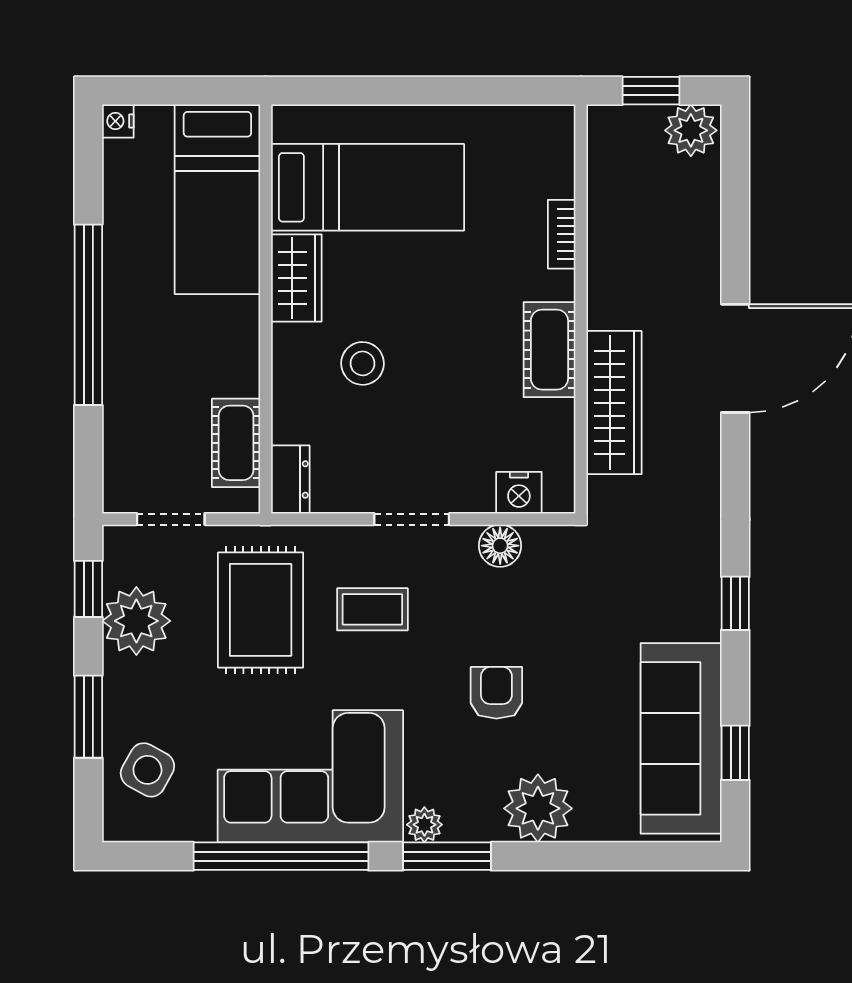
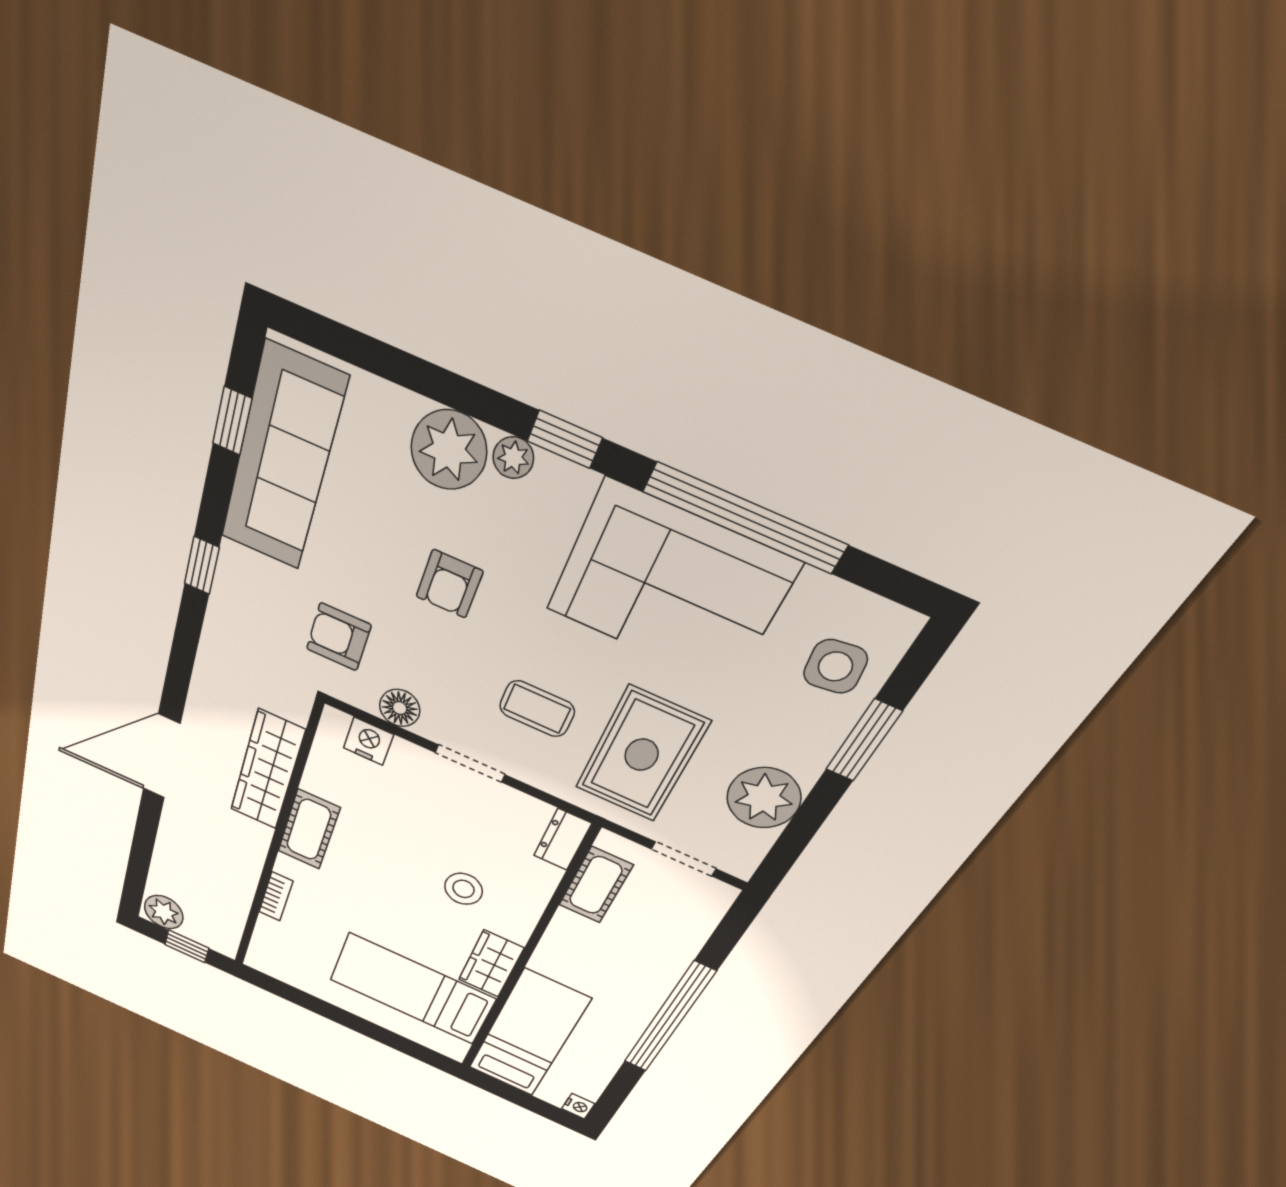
window: (88, 589) -> (792, 842), removed
armchair: (582, 593) -> (339, 637), added
side table: (147, 770) -> (835, 666), turned -36
plant: (424, 825) -> (513, 458), moved
window: (447, 856) -> (565, 439), width x0.67

